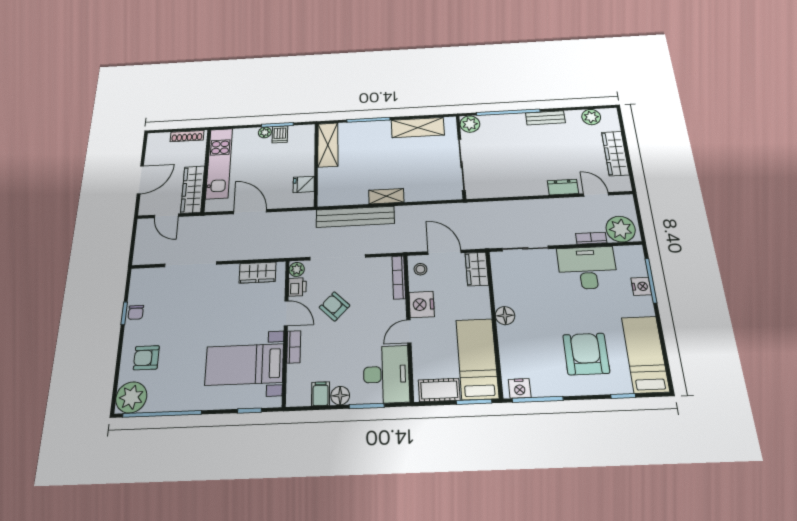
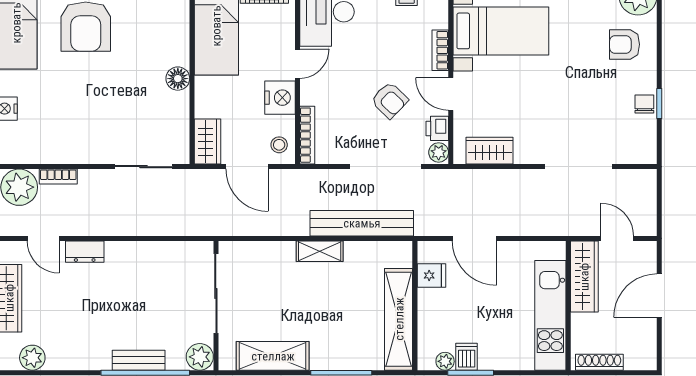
bench: (545, 118) -> (139, 360), moved
plant: (265, 132) -> (445, 361), moved
shelving: (328, 145) -> (399, 319), width x1.47
door: (250, 212) -> (474, 238), moved
desk: (587, 268) -> (69, 136), removed
armchair: (146, 358) -> (625, 44), turned 180

